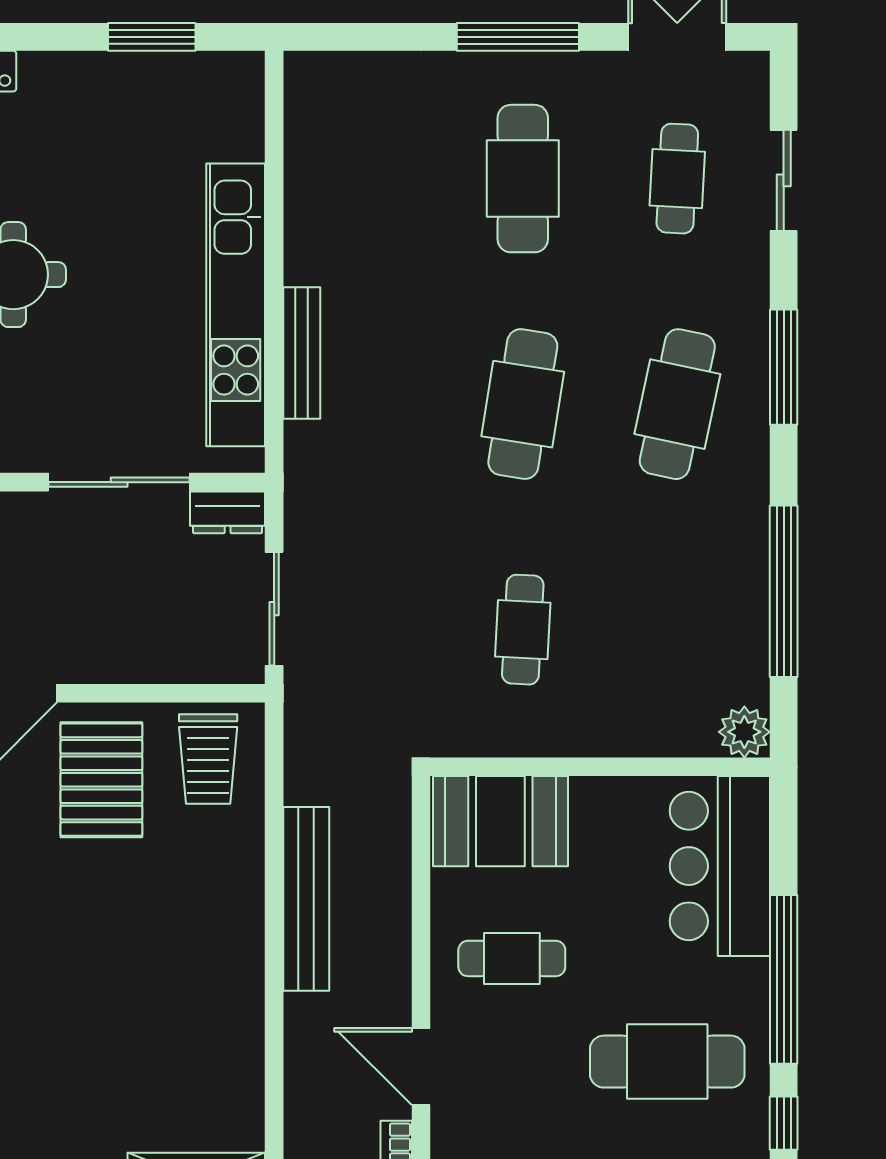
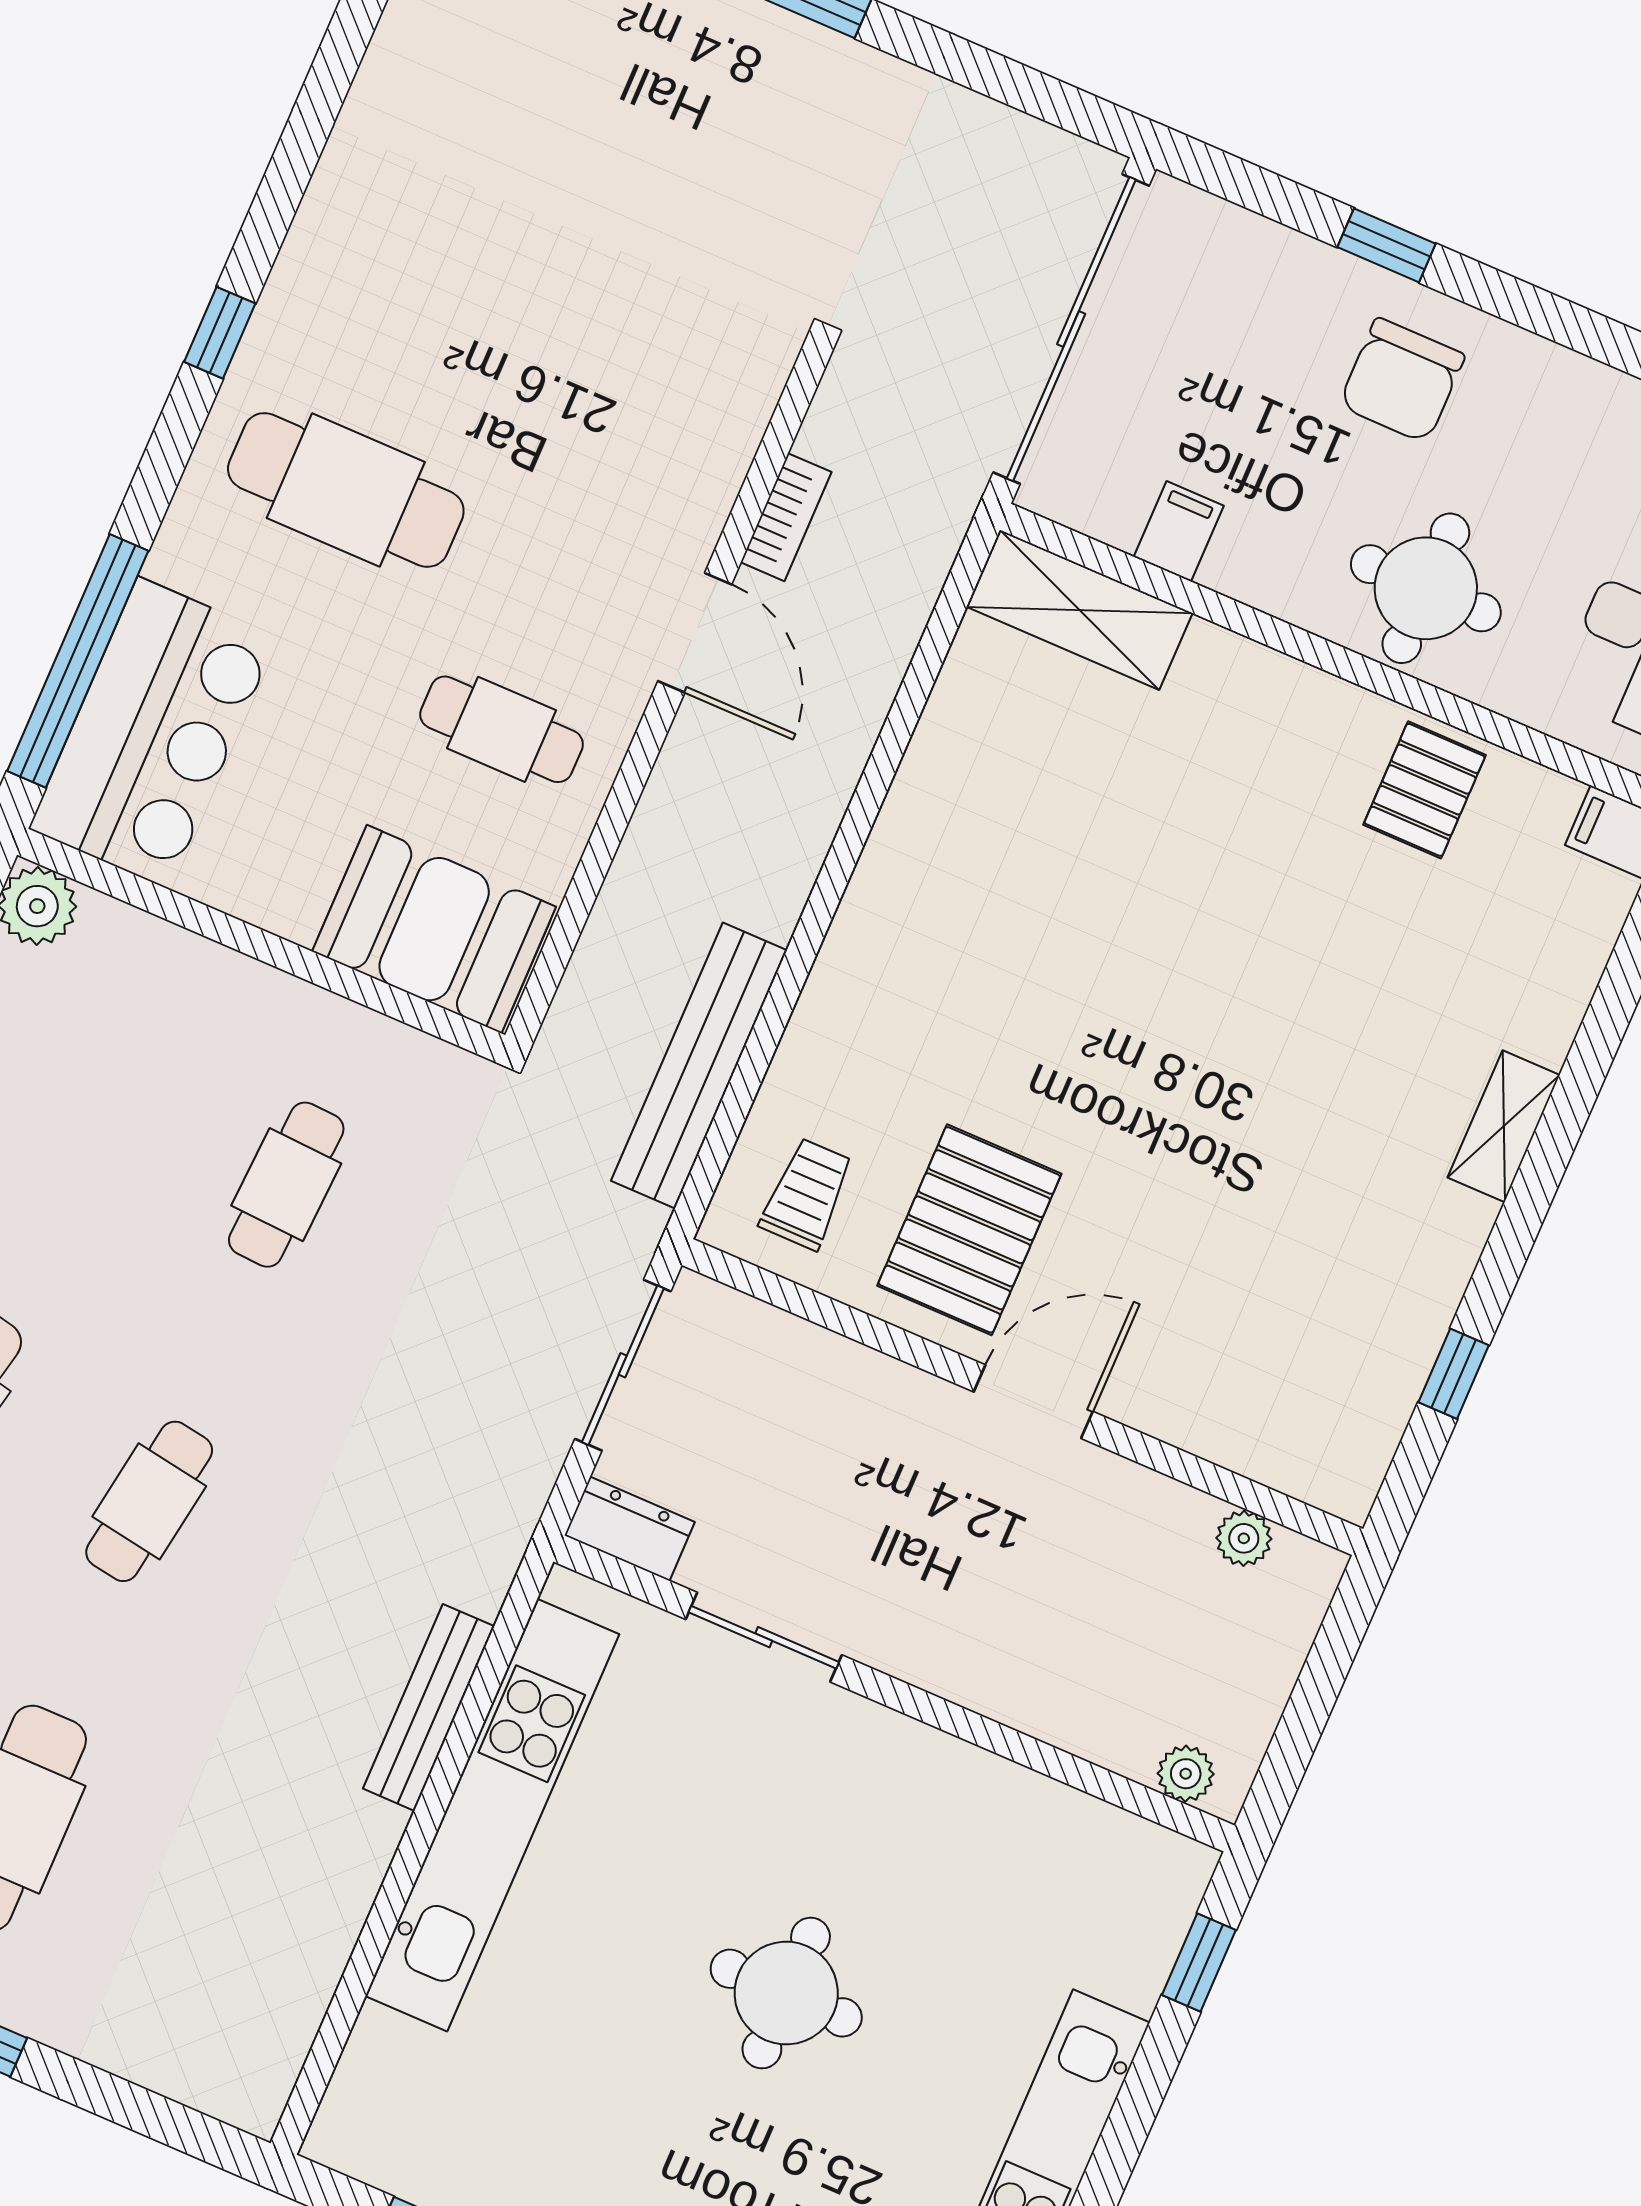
cafe table: (523, 404) -> (149, 1501), width x0.73, depth x0.74
sliding door: (119, 482) -> (764, 1637), width x0.73
trolley: (208, 759) -> (807, 1194), width x0.73, depth x0.72
bench: (306, 899) -> (699, 1065), moved
window: (784, 979) -> (78, 661), moved

